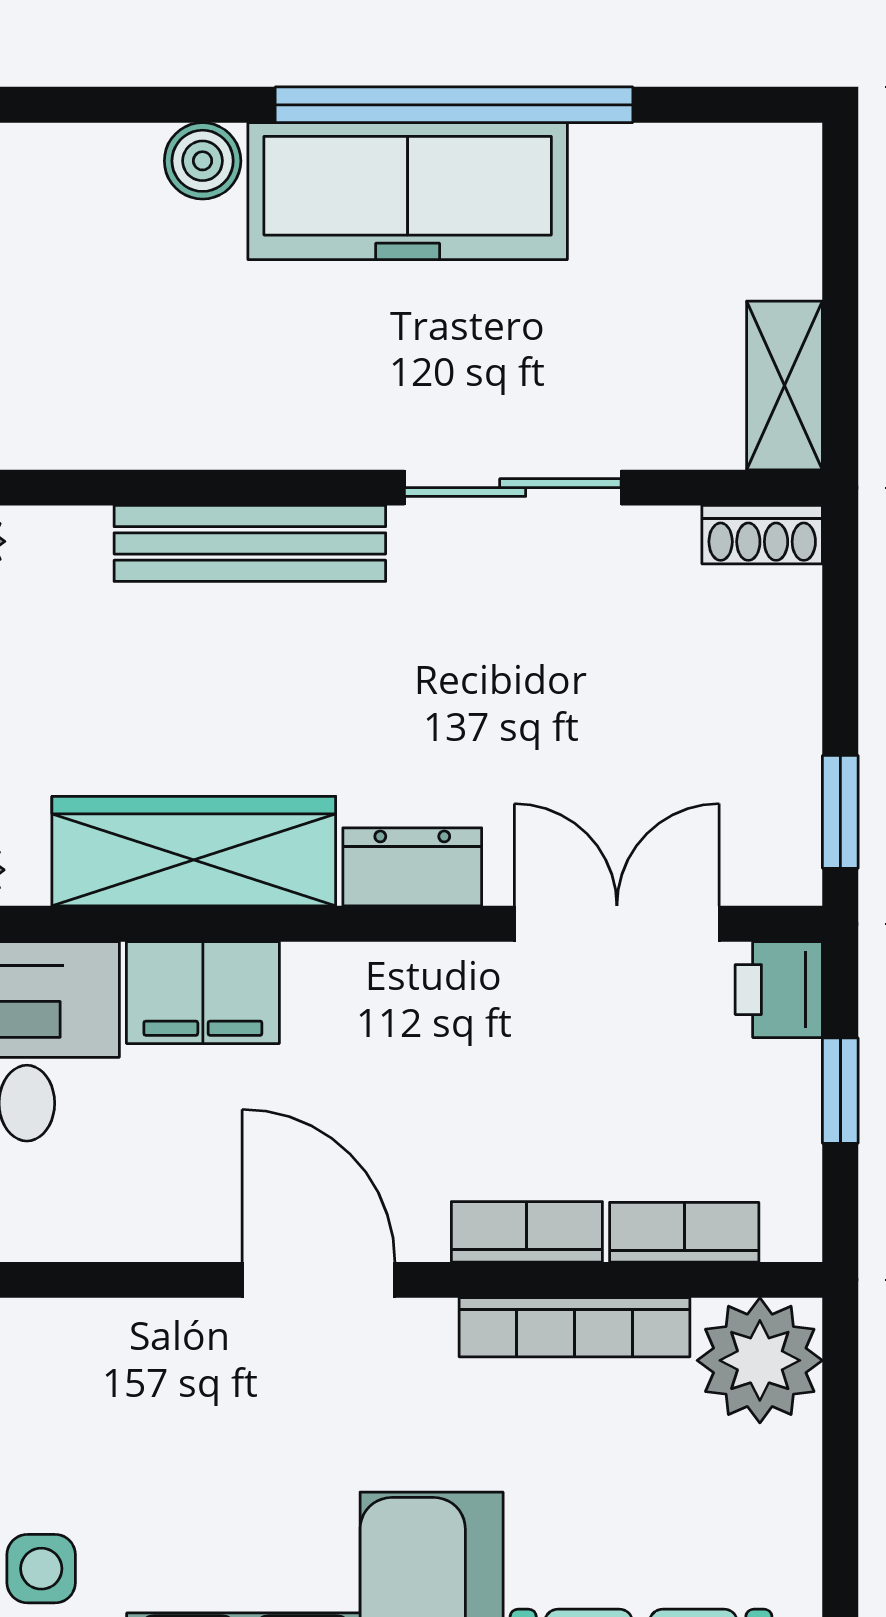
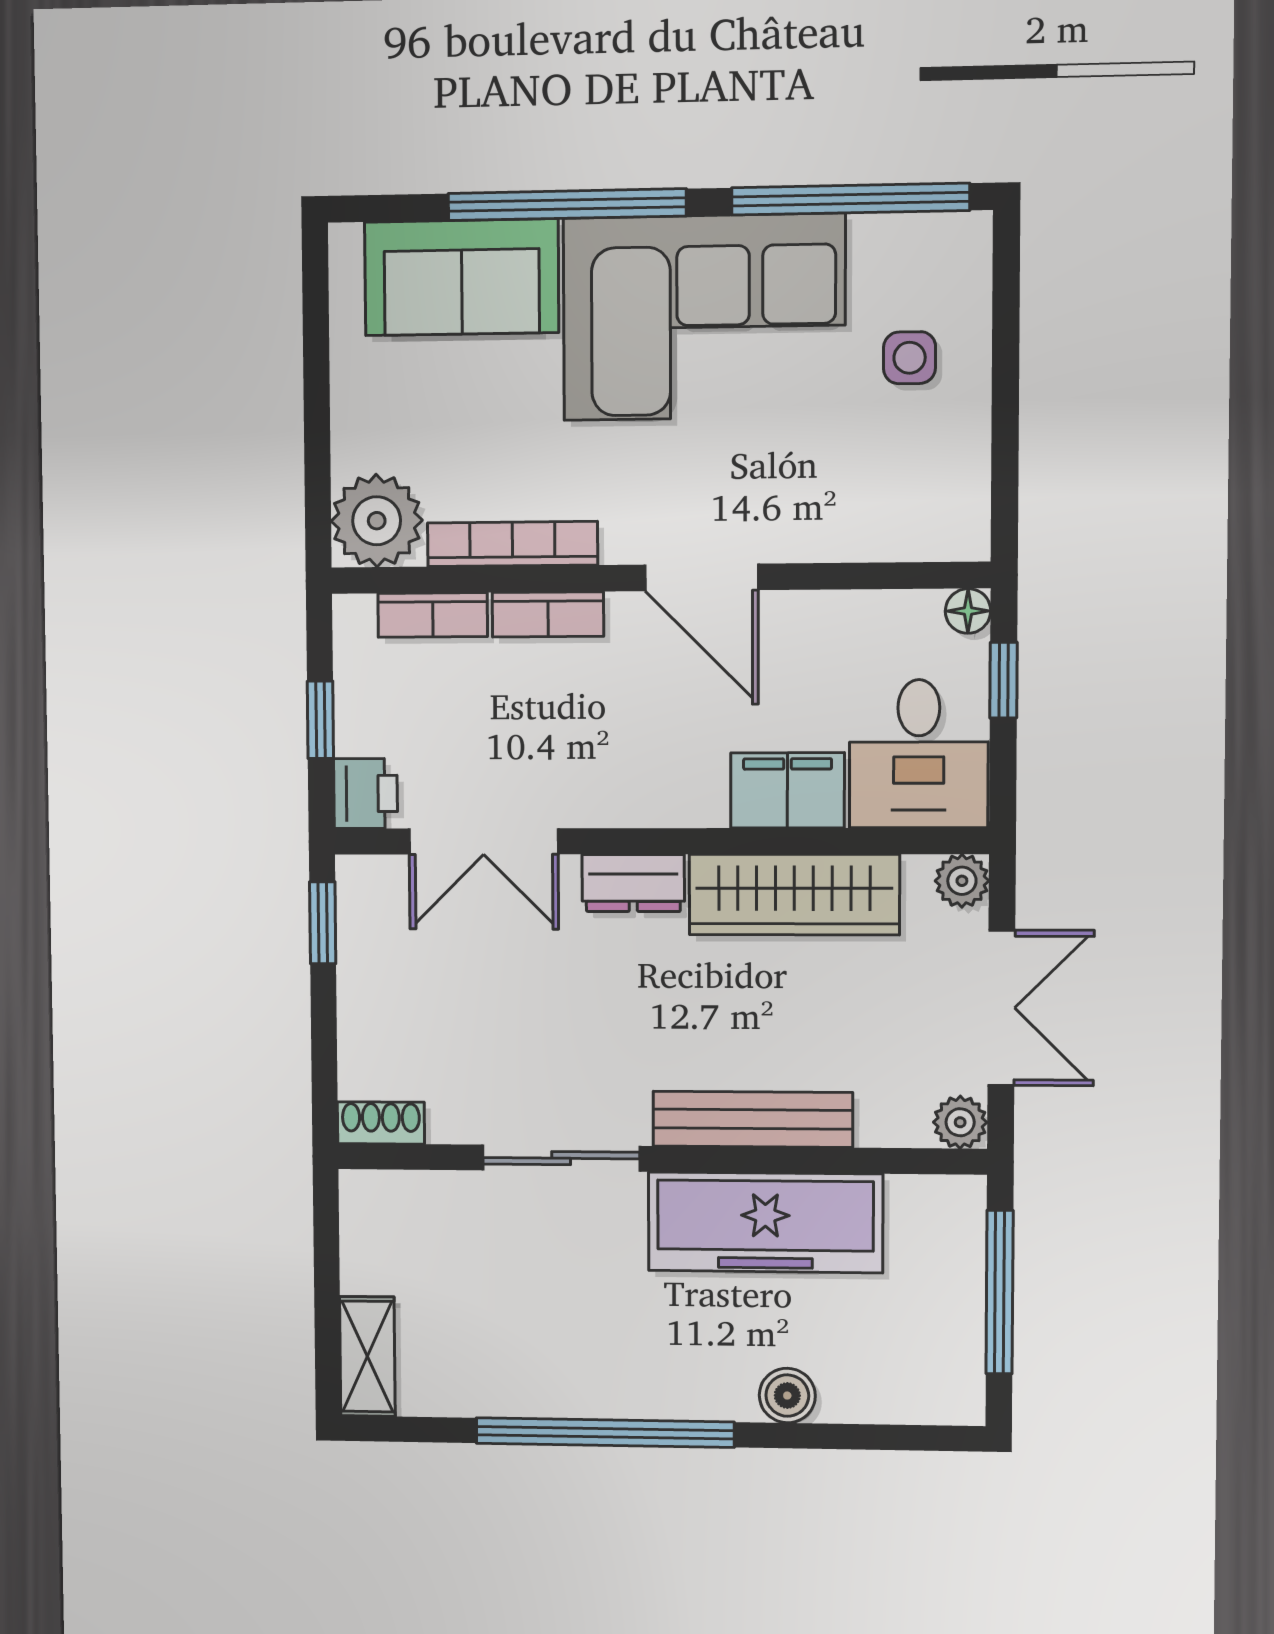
freezer: (408, 191) -> (765, 1222), moved, turned 180
shelving: (785, 385) -> (367, 1356), moved

